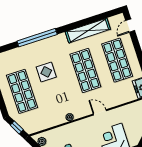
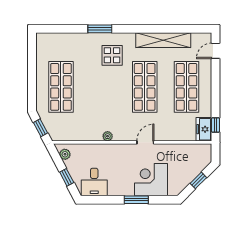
window: (37, 38) -> (100, 29), width x0.47
display table: (46, 72) -> (112, 55), moved
door: (100, 112) -> (145, 142), hinge flipped

